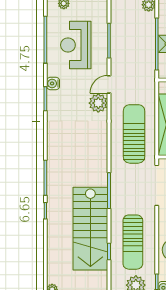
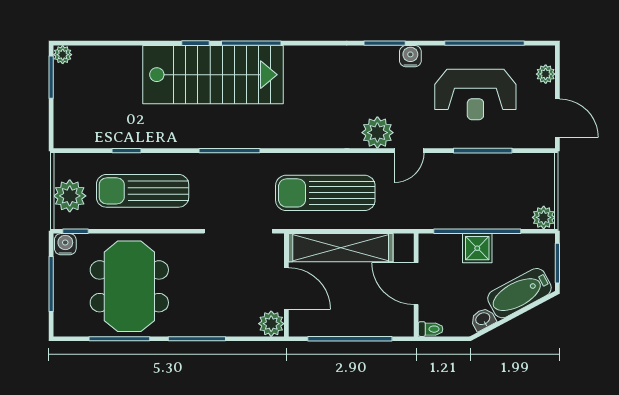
reception desk: (76, 45) -> (475, 94), turned 180
door: (109, 84) -> (409, 151), swing flipped
sun lounger: (134, 134) -> (325, 193), turned 180
stairs: (90, 229) -> (213, 75), moved, turned 180

